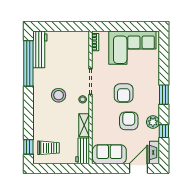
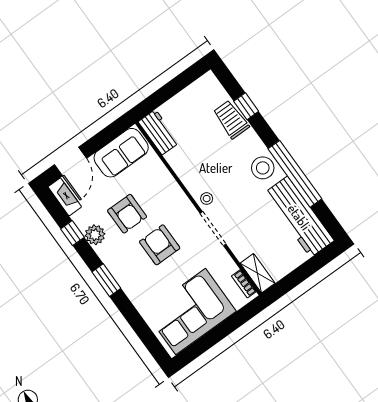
workbench: (40, 49) -> (299, 217), width x1.36, depth x1.32
window: (28, 63) -> (295, 174), moved
stool: (59, 95) -> (263, 168), moved
shelving: (84, 125) -> (258, 273), moved
window: (28, 147) -> (246, 106), moved
trolley: (48, 148) -> (231, 119), moved, turned 90

